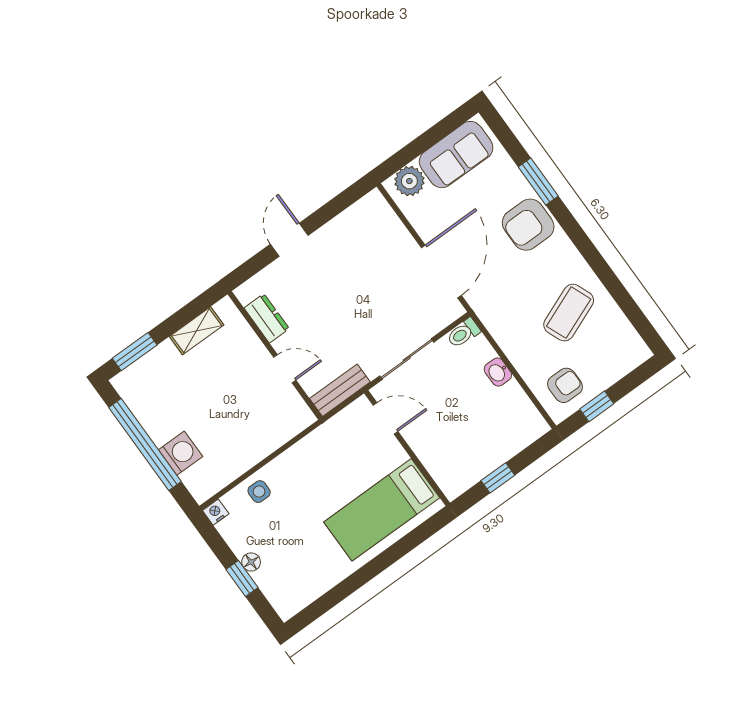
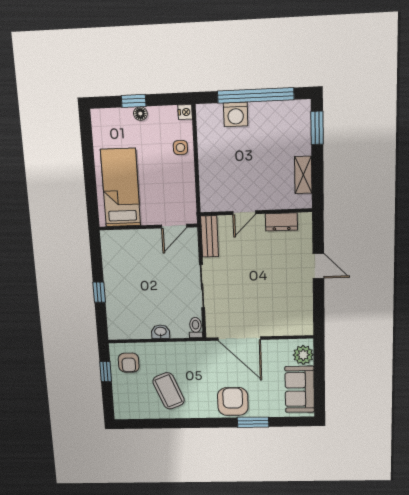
door: (385, 418) -> (174, 226), moved
wall: (407, 448) -> (148, 227), moved
bed: (382, 510) -> (121, 188), moved

